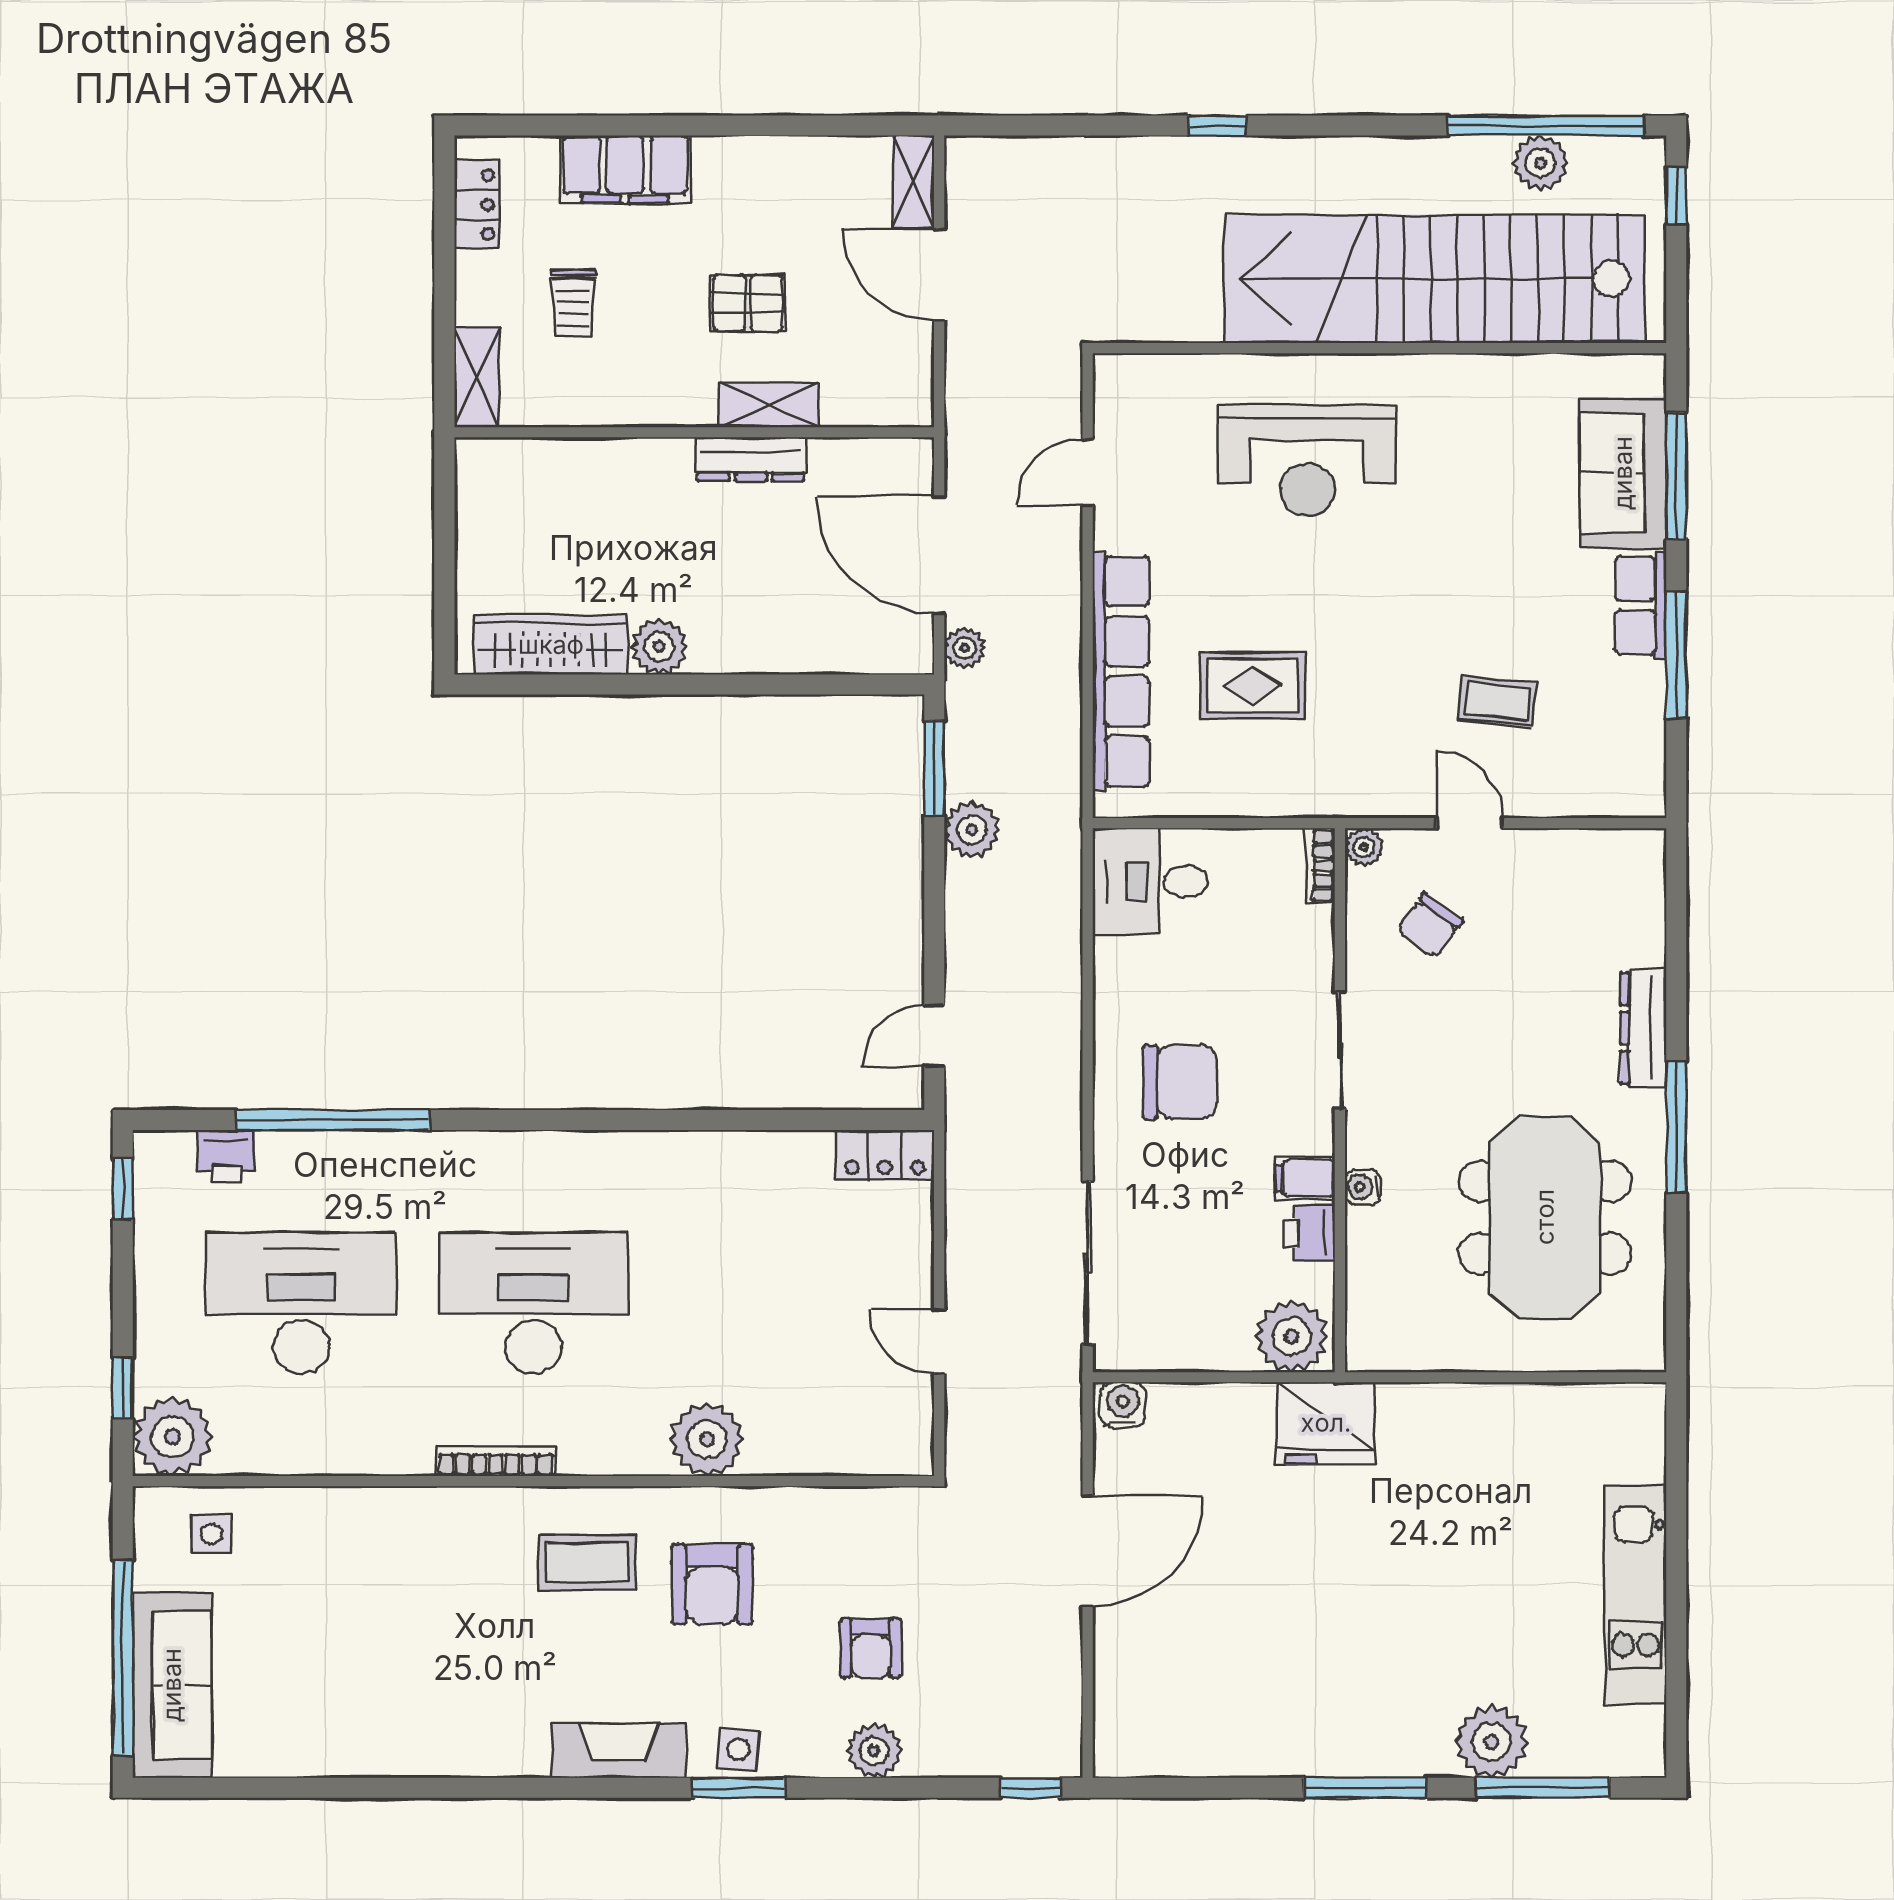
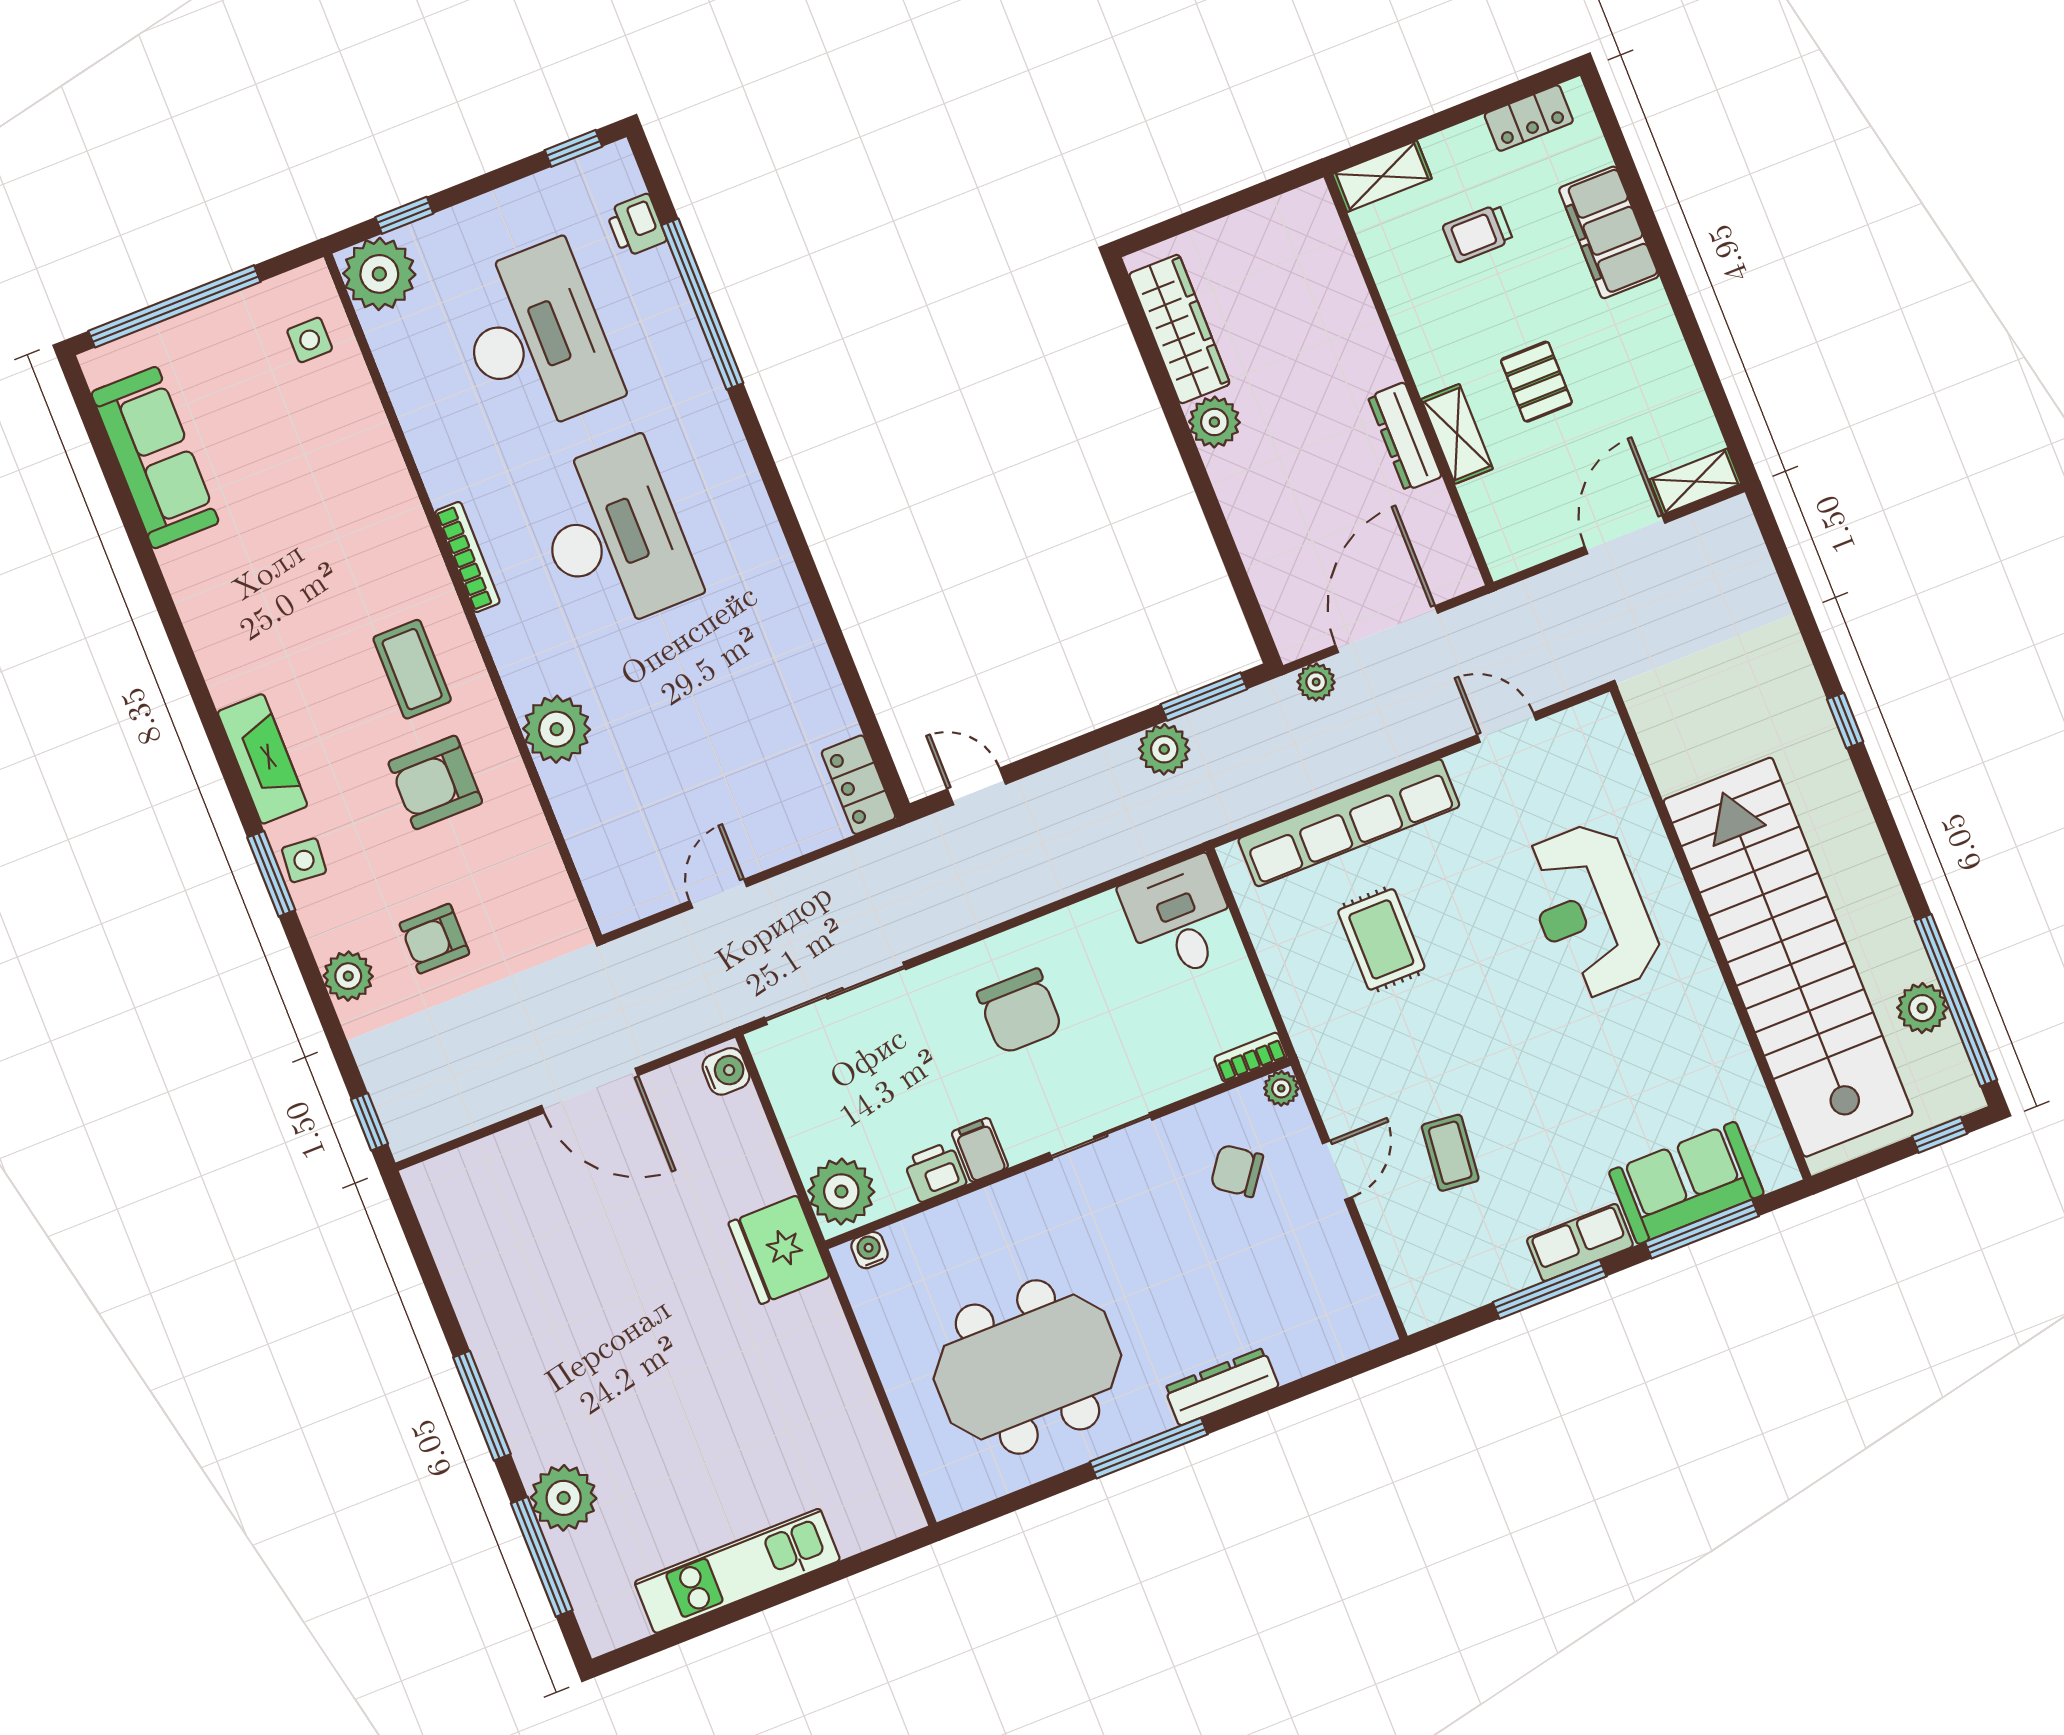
water cooler: (1363, 1187) -> (870, 1250), moved
sofa: (172, 1685) -> (155, 458), moved, turned -90

